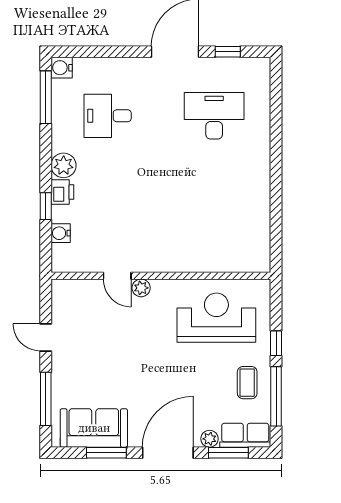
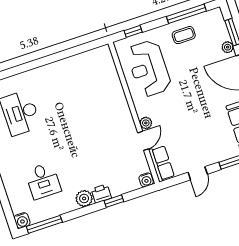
water cooler: (61, 233) -> (146, 180), moved
window: (276, 343) -> (133, 31), moved
row of seats: (245, 435) -> (162, 163), moved, turned 180

